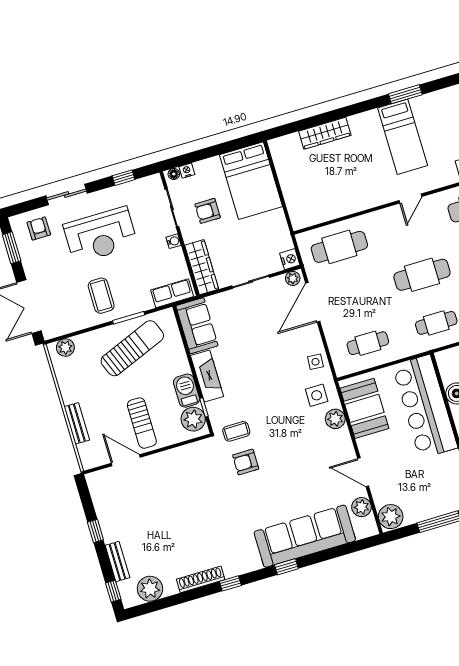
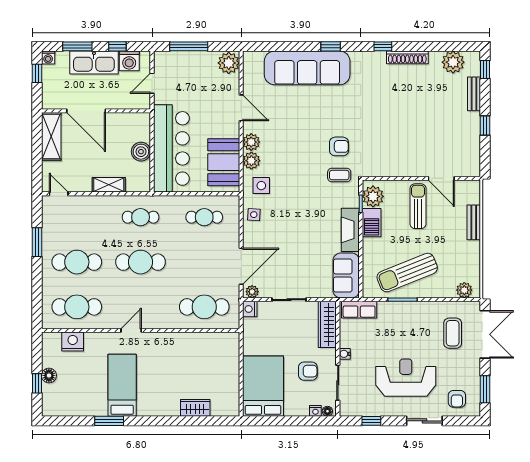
wardrobe: (325, 133) -> (195, 408), width x0.67
coffee table: (101, 296) -> (453, 333), moved
plant: (361, 507) -> (251, 142), moved

